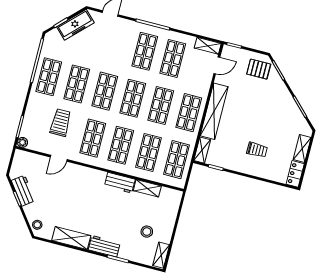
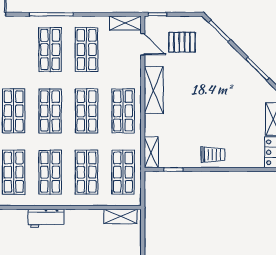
door: (217, 65) -> (143, 44), hinge flipped
pallet: (259, 69) -> (182, 42), moved
shelving: (214, 111) -> (154, 90), width x0.68
trolley: (257, 150) -> (213, 155), moved
workbench: (120, 183) -> (46, 218), moved
shelving: (147, 188) -> (120, 216), moved

